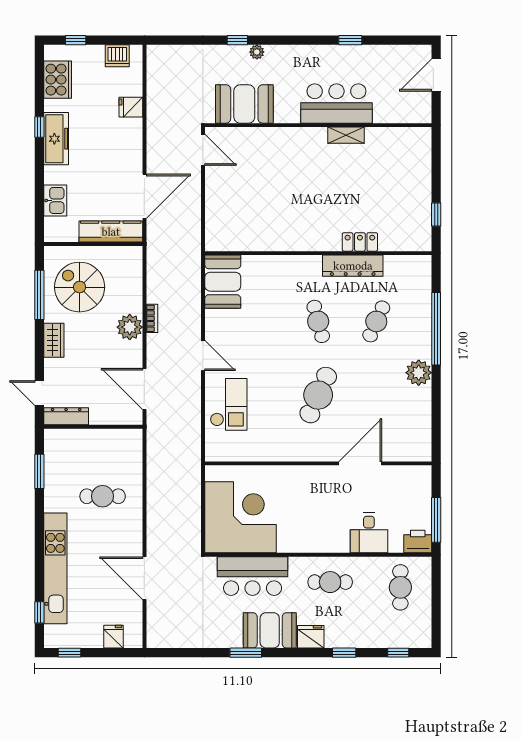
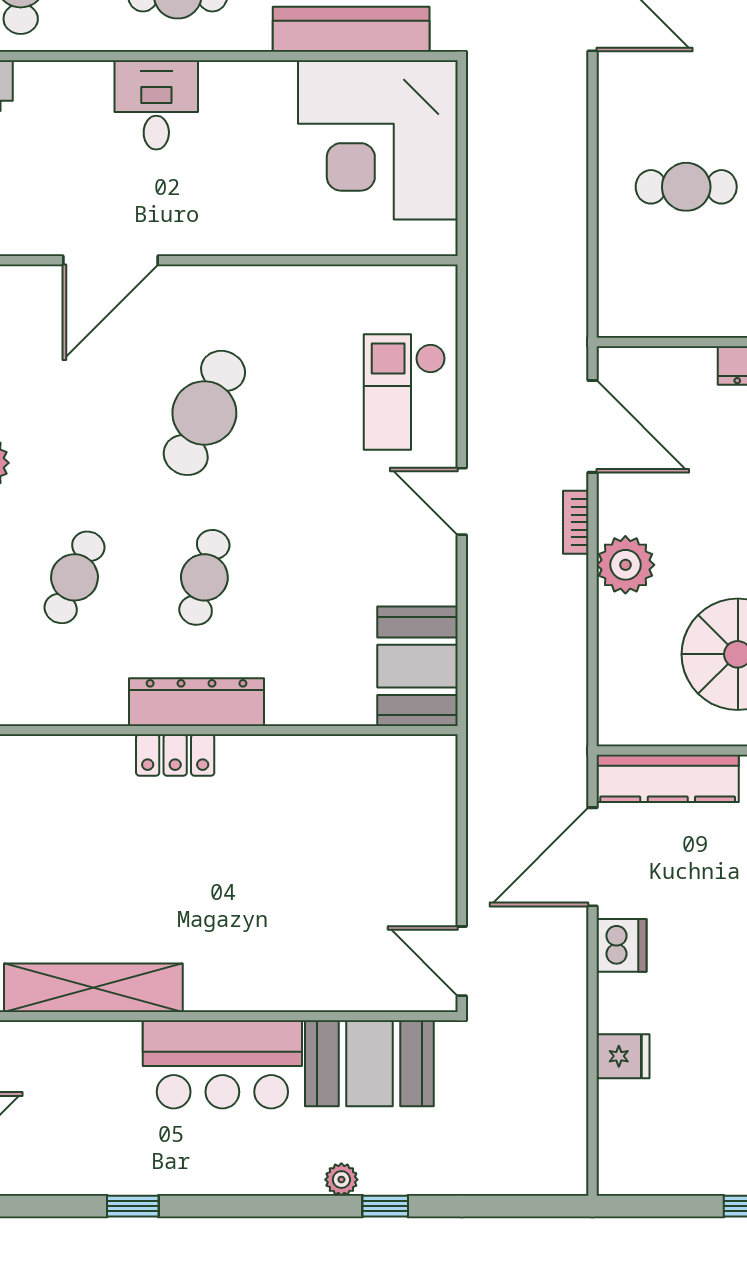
dishwasher: (117, 56) -> (621, 945), moved, turned 90
bar counter: (336, 103) -> (222, 1064), moved
shelving: (346, 135) -> (93, 988), width x2.20, depth x1.33
locker: (360, 242) -> (175, 755), moved
dresser: (353, 266) -> (196, 702), moved
bookcase: (152, 318) -> (576, 522), moved
cafe table: (318, 321) -> (204, 577), turned 30
desk: (369, 533) -> (156, 105), moved

